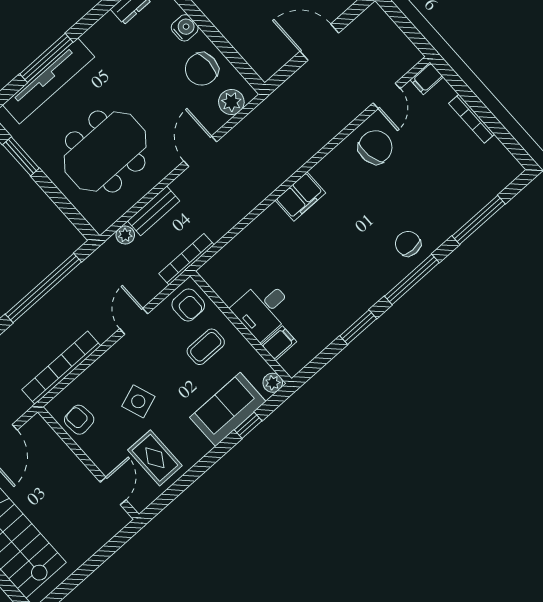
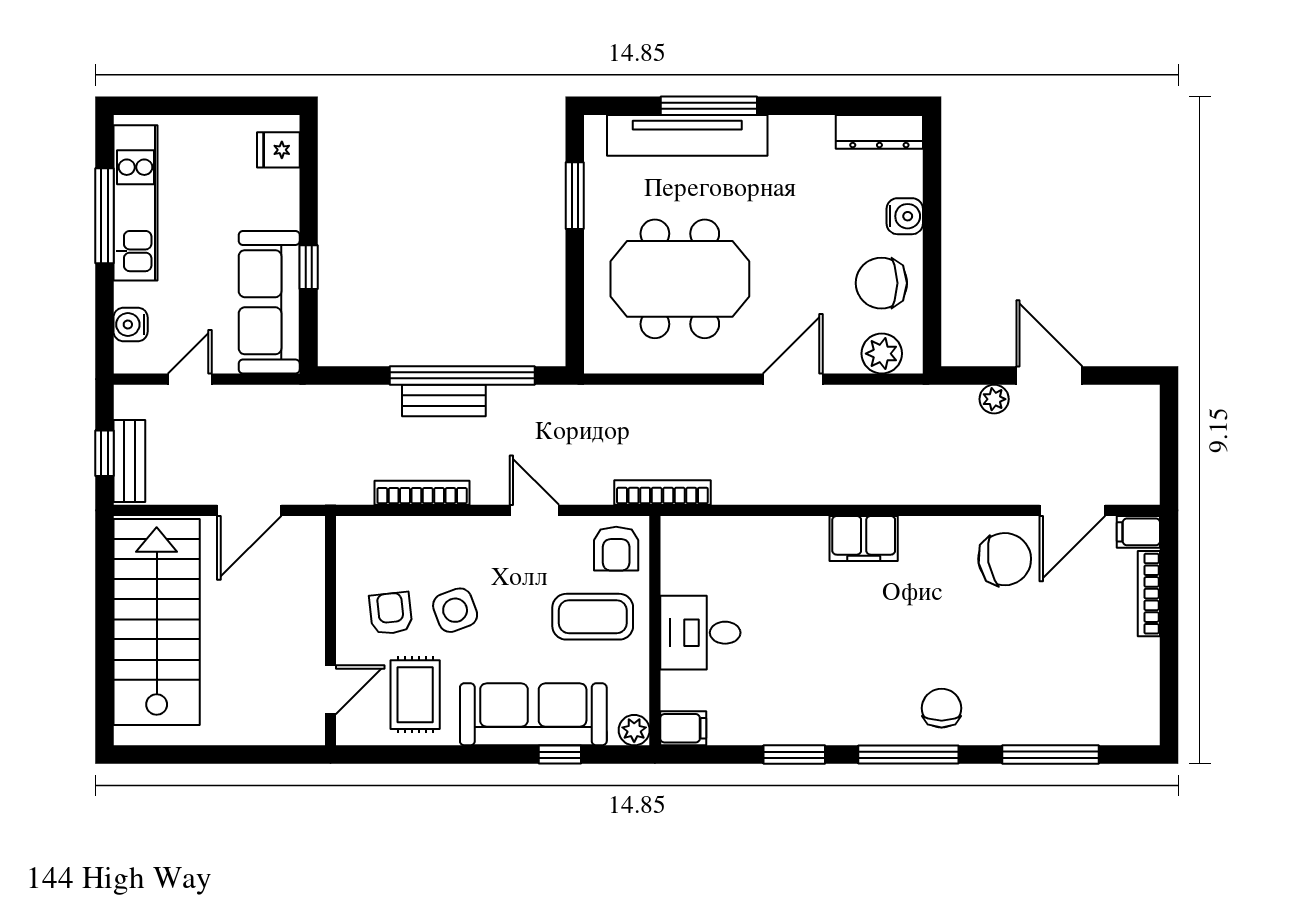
door: (387, 96) -> (1072, 510), width x1.38
bookcase: (472, 119) -> (1149, 594), moved
bench: (154, 211) -> (444, 400), moved
plant: (125, 235) -> (994, 399), moved
door: (134, 321) -> (534, 510), hinge flipped
filing cabinet: (279, 343) -> (683, 728), moved
coffee table: (206, 347) -> (593, 617), width x1.36, depth x1.30
bookcase: (61, 368) -> (422, 493), width x0.68, depth x0.76
sofa: (228, 409) -> (533, 714), width x1.36
armchair: (79, 420) -> (391, 613), moved

